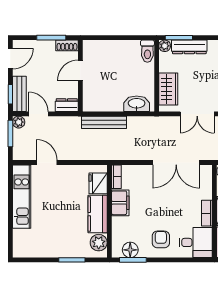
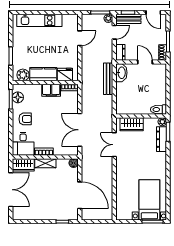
washbasin: (137, 104) -> (121, 73), moved
kitchen unit: (22, 197) -> (39, 20), moved

